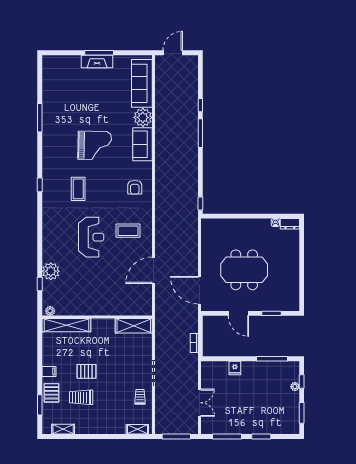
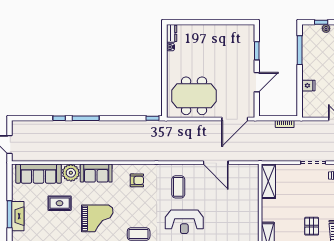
rug: (111, 106) -> (60, 203), added
grand piano: (95, 145) -> (97, 218), turned 89
reception desk: (91, 237) -> (184, 222), turned 180
meeting table: (244, 270) -> (194, 96), moved, turned 90

